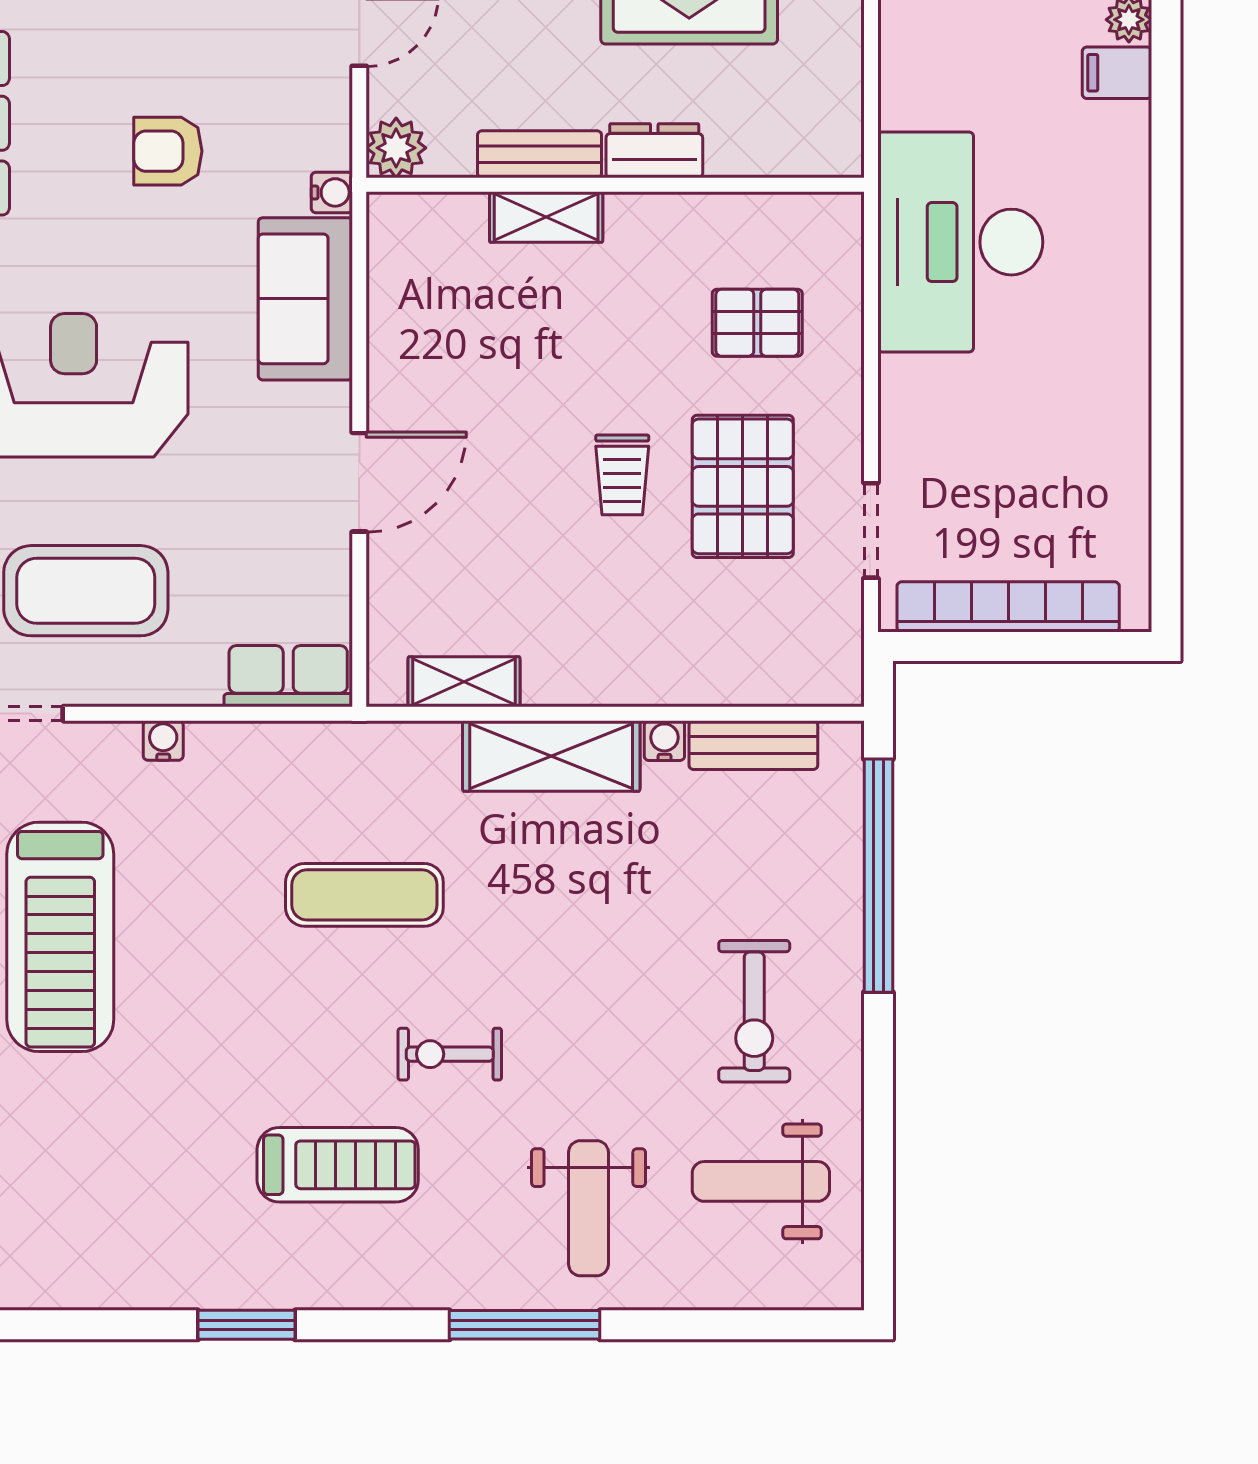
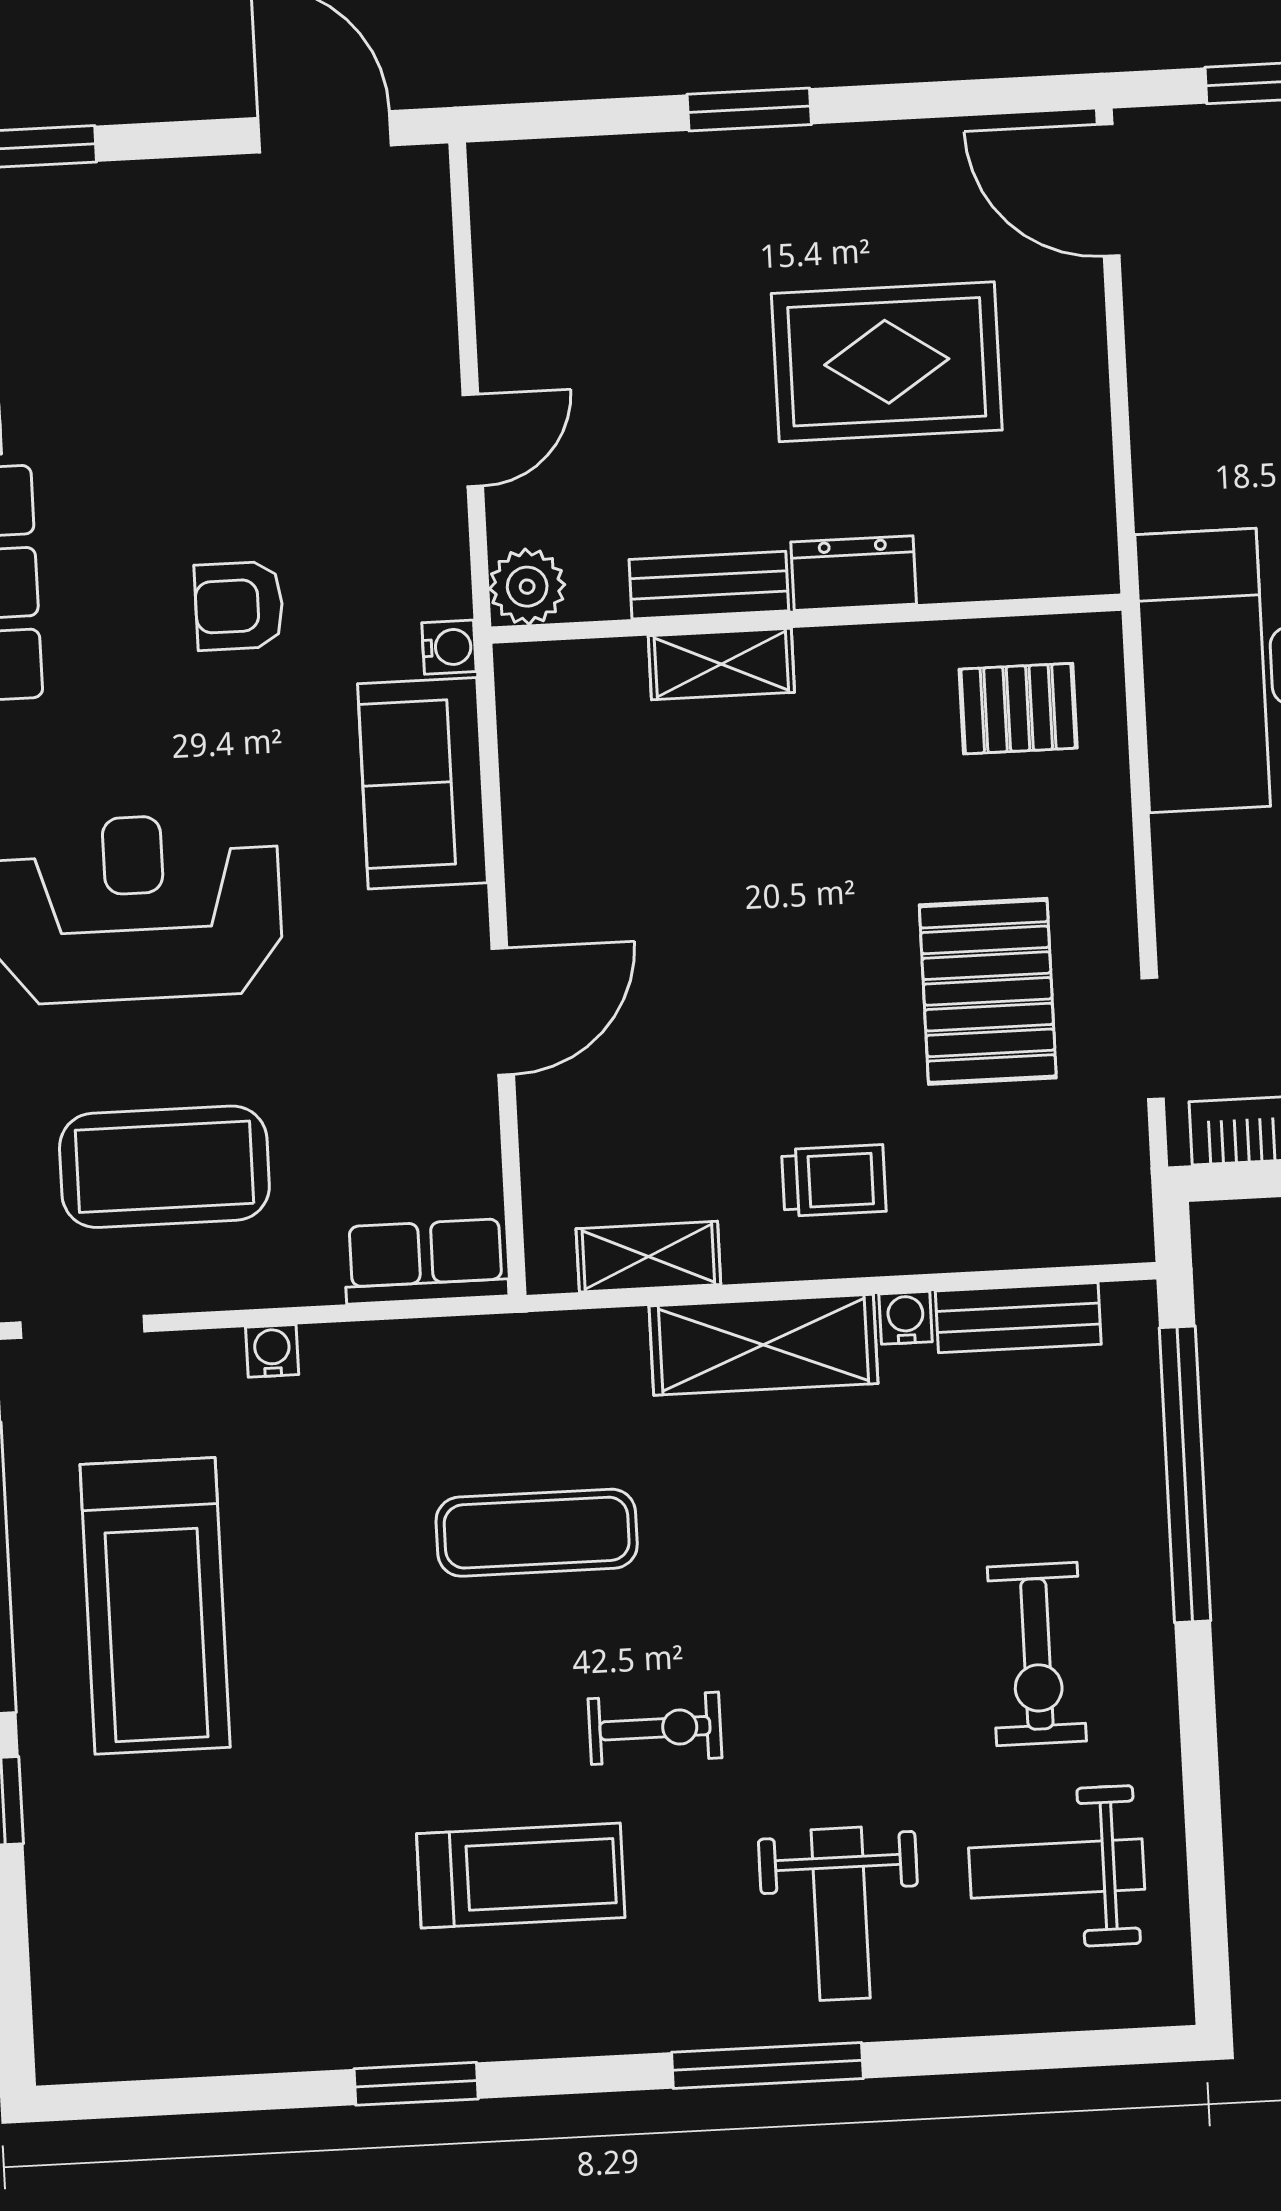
pallet: (757, 323) -> (1018, 709), moved
trolley: (622, 475) -> (834, 1180), moved, turned -90
exercise bike: (450, 1054) -> (655, 1728), turned 180

